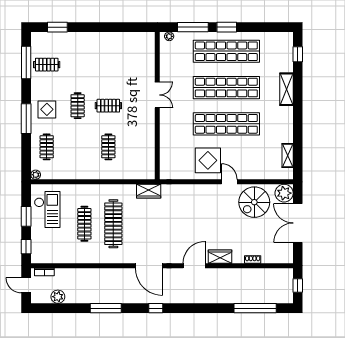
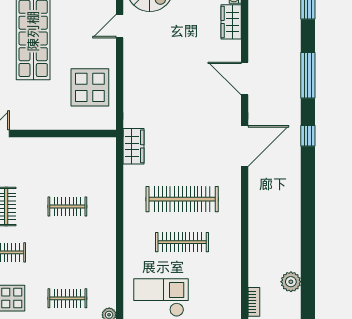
display table: (208, 160) -> (90, 87), moved
wardrobe: (220, 257) -> (231, 22), moved
window: (106, 308) -> (308, 75), moved

